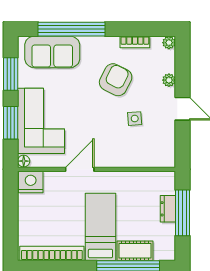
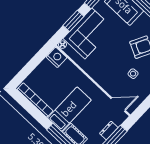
door: (80, 169) -> (118, 105), moved

